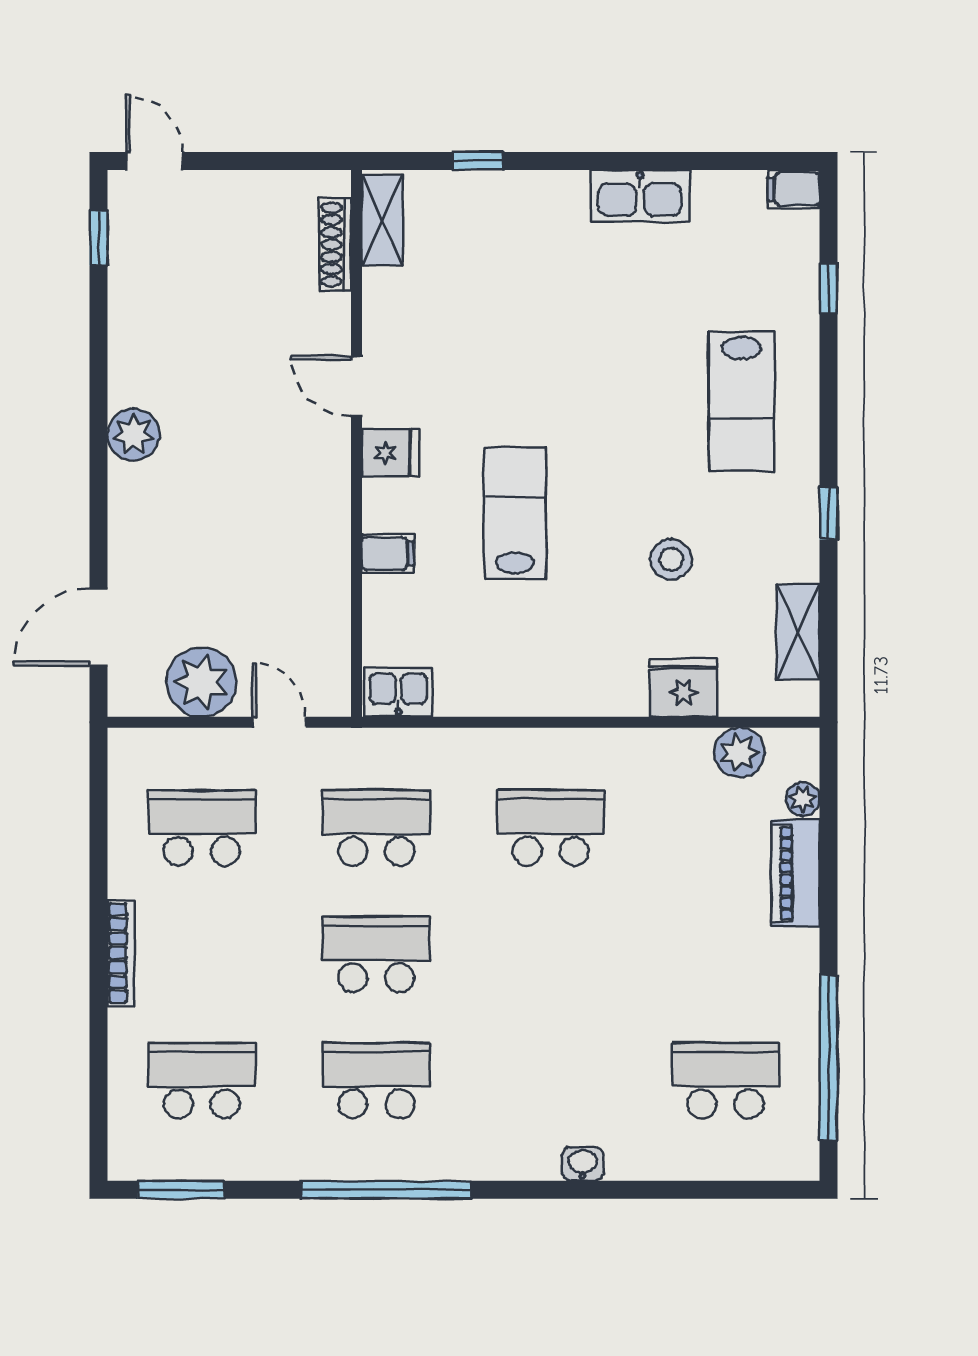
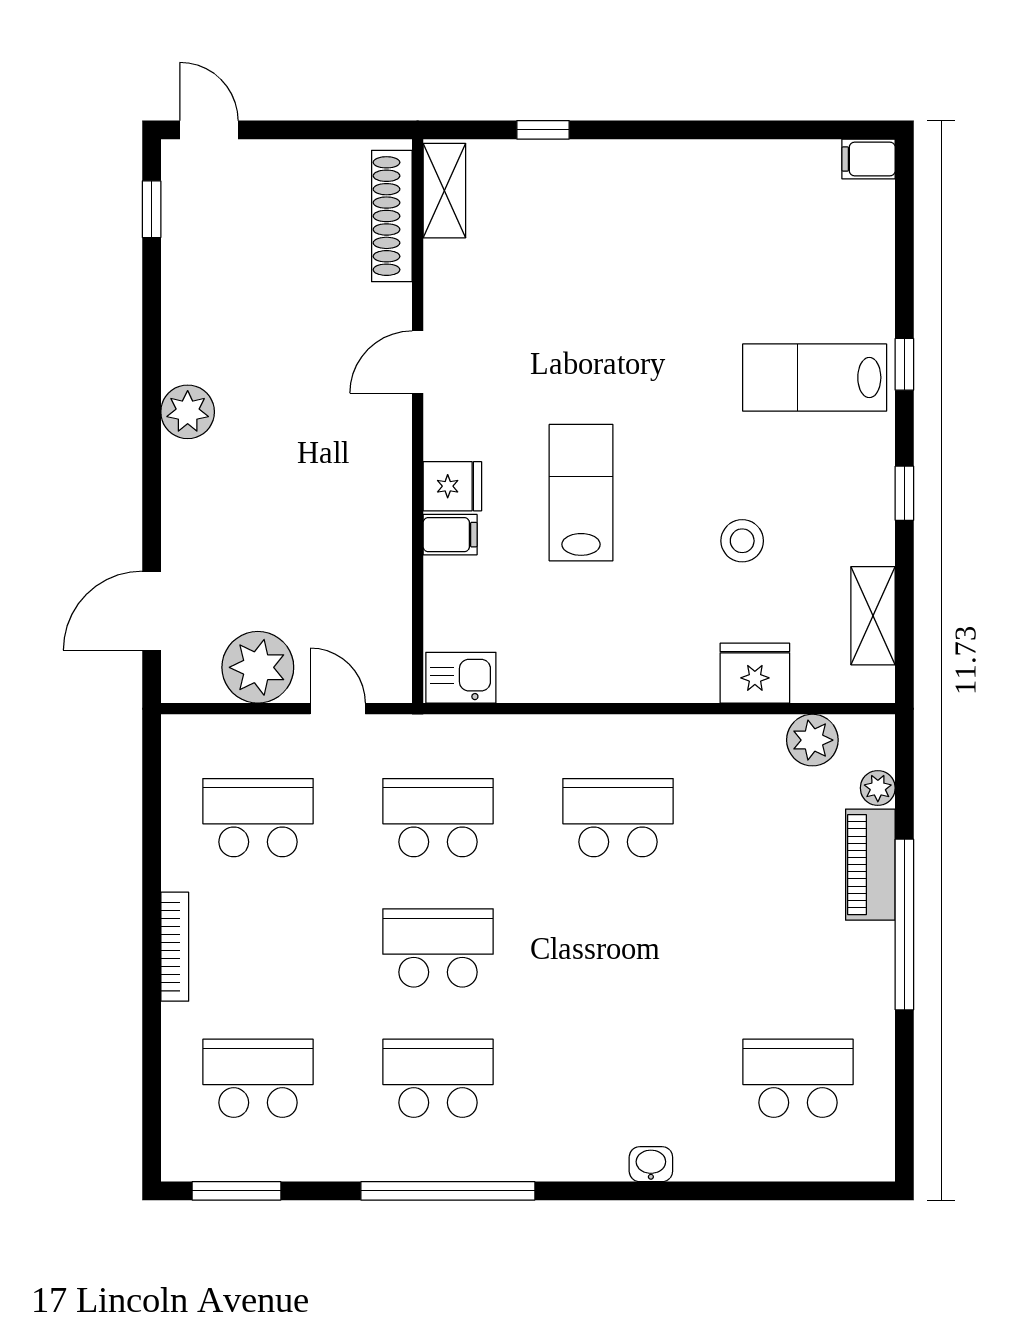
kitchen sink: (640, 196) -> (710, 166), removed
shoe rack: (335, 245) -> (392, 216), width x1.36, depth x1.24
window: (828, 288) -> (904, 364), moved
door: (356, 386) -> (418, 362), hinge flipped
lab bench: (741, 401) -> (815, 378), turned 90
fridge: (390, 453) -> (452, 486), moved
window: (828, 1058) -> (904, 924), moved

